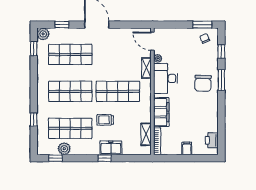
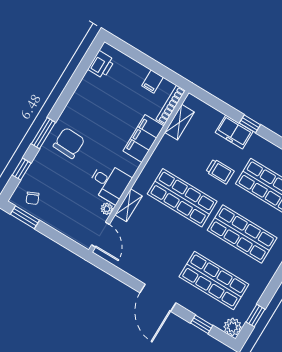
desk: (166, 78) -> (109, 183), width x0.73
filing cabinet: (187, 148) -> (153, 81), moved

